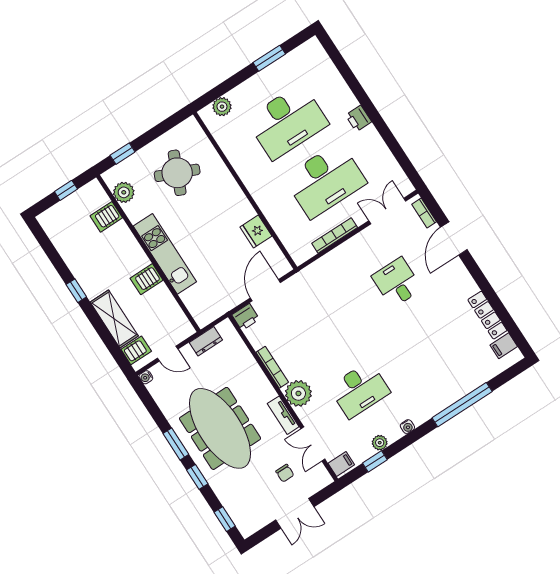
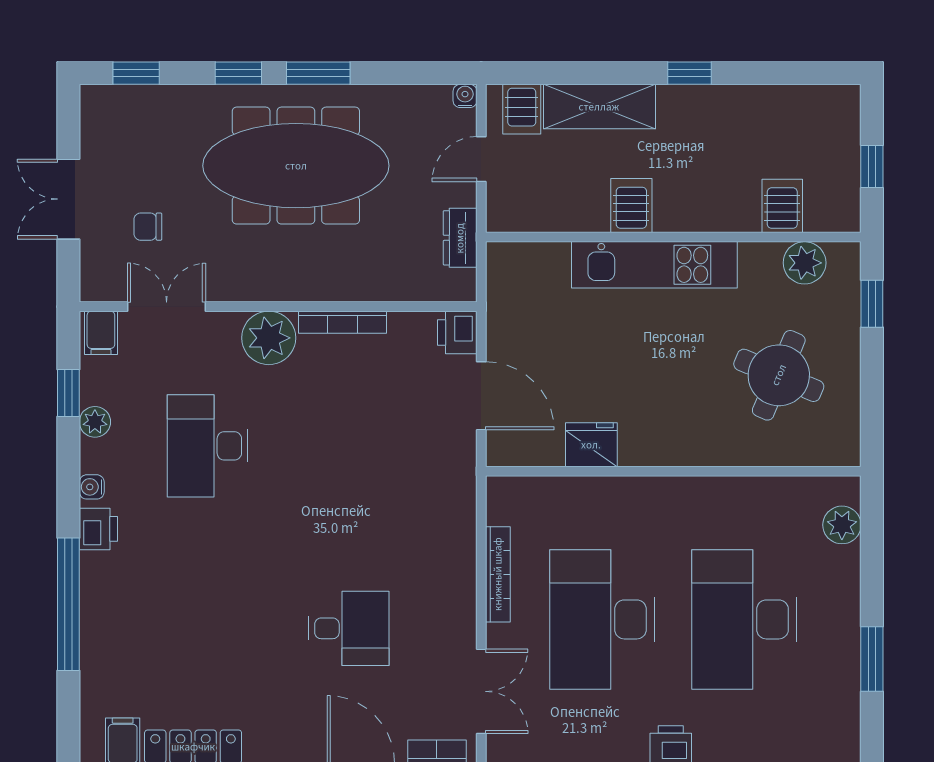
printer: (423, 413) -> (98, 529), added
tv unit: (283, 415) -> (249, 288), removed

